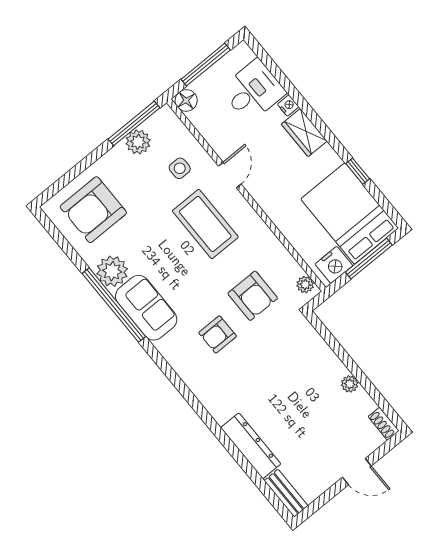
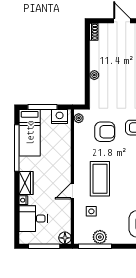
window: (358, 171) -> (17, 148), width x3.17
bed: (350, 214) -> (30, 133), width x0.67
armchair: (253, 296) -> (105, 132), turned 90
plant: (350, 384) -> (94, 75), moved

